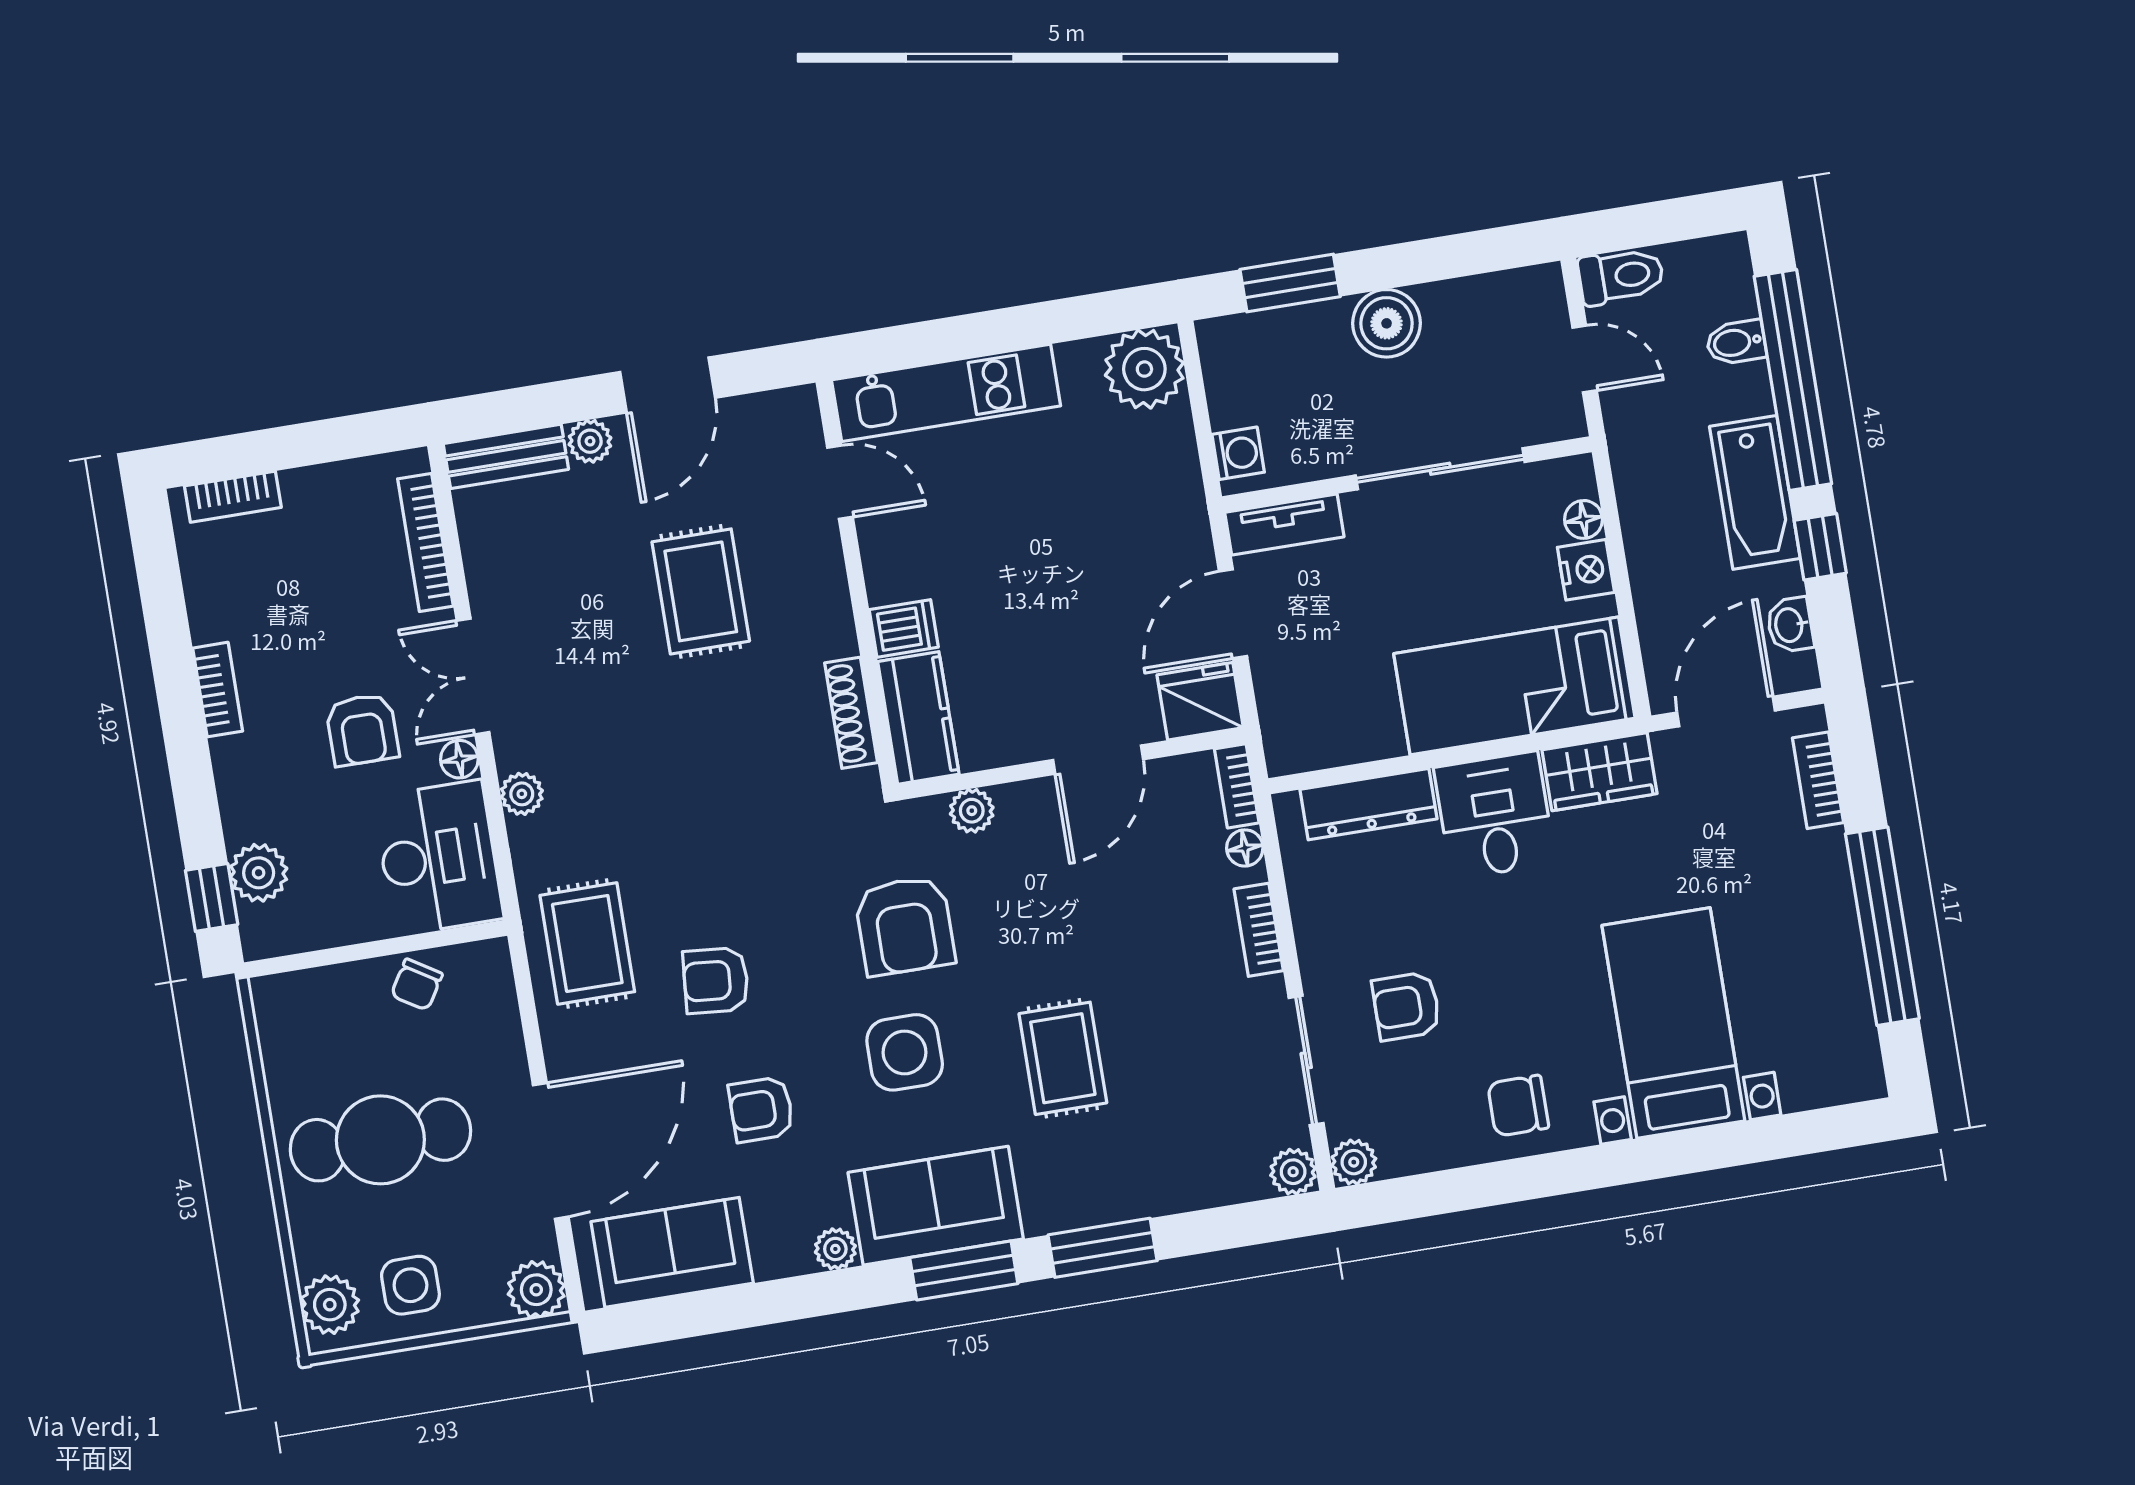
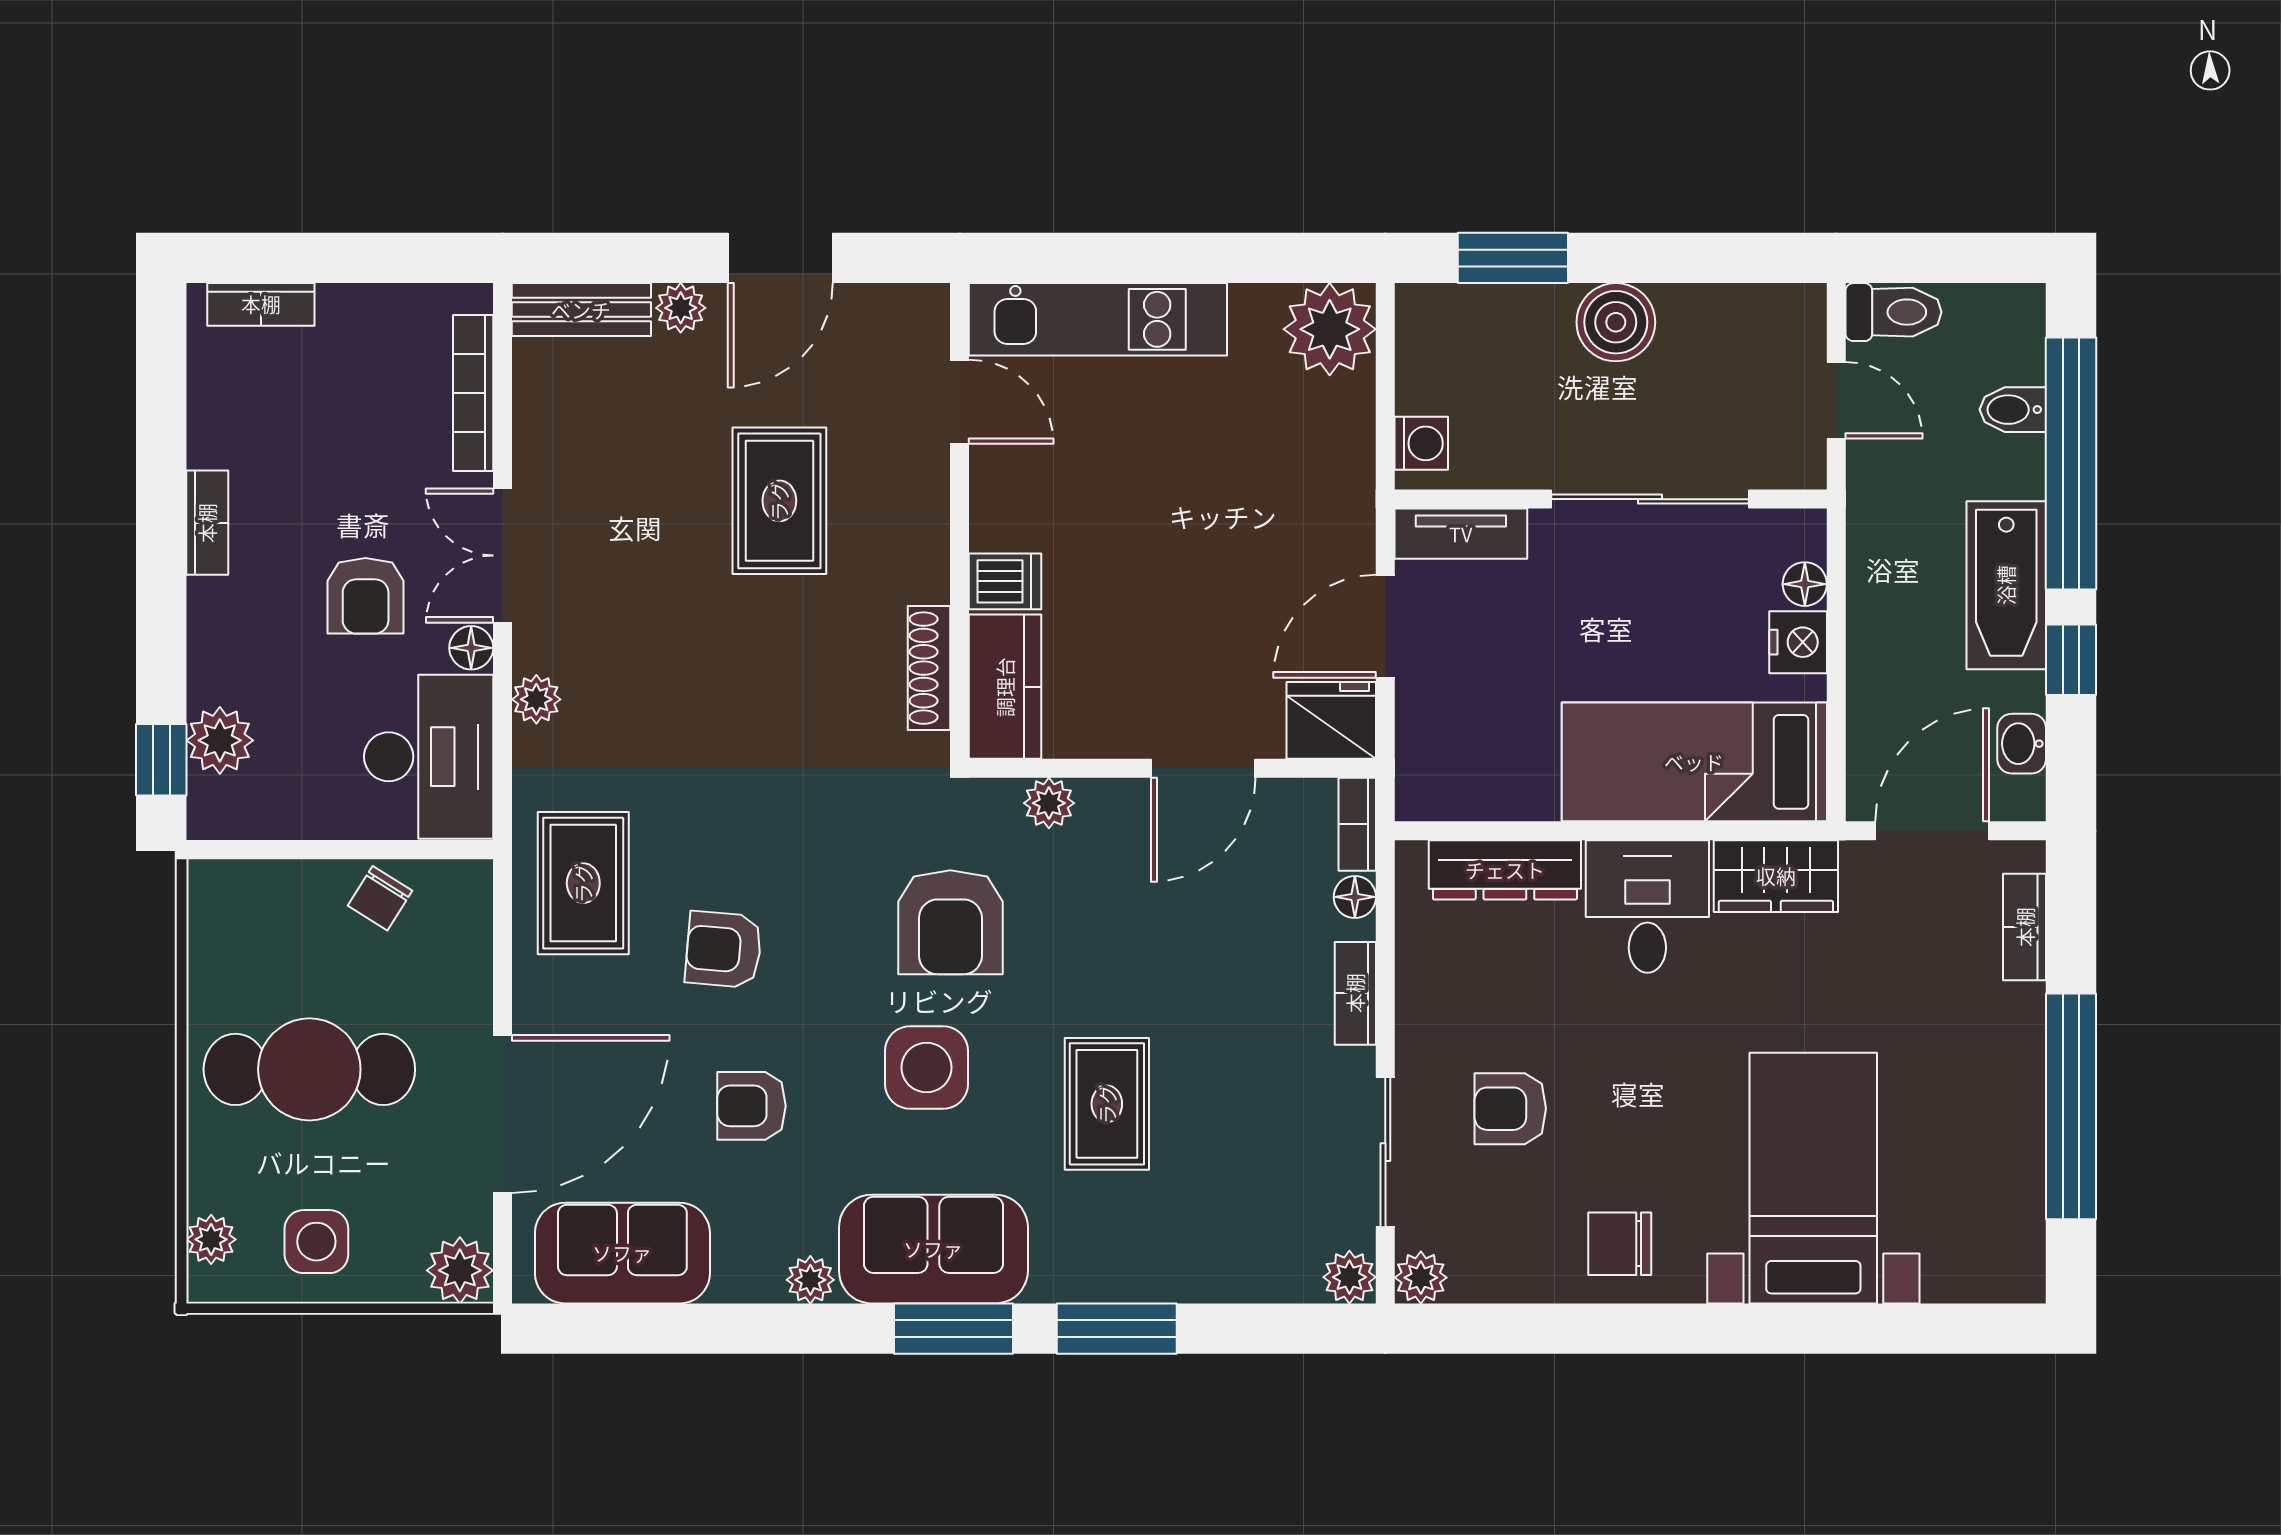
plant: (330, 1305) -> (211, 1239), width x0.73, depth x0.73

